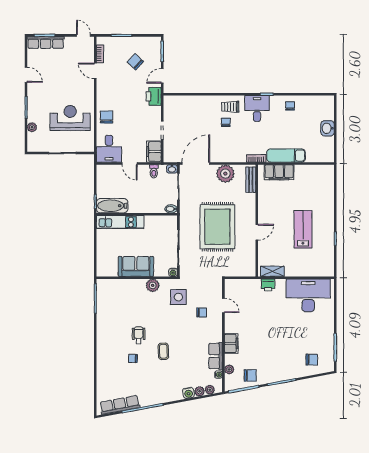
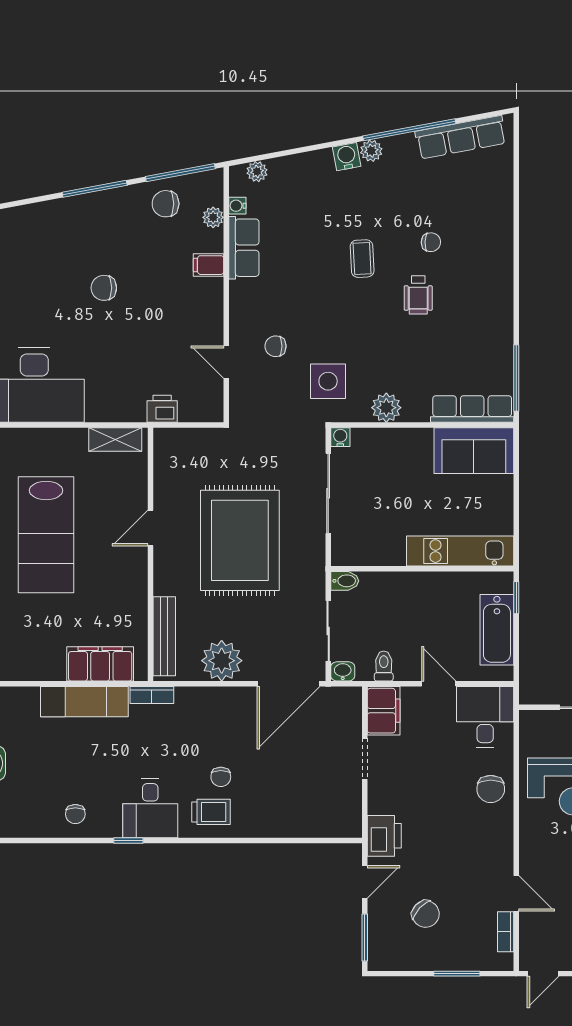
door: (83, 35) -> (543, 974), hinge flipped
bench: (251, 180) -> (164, 636), width x1.36
bathtub: (112, 206) -> (497, 630), moved, turned 90
lab bench: (303, 229) -> (46, 535), width x1.36, depth x1.39
sofa: (136, 266) -> (474, 451), moved
row of seats: (115, 285) -> (472, 409), added
printer: (268, 285) -> (162, 409), moved
filing cabinet: (231, 343) -> (209, 265), width x0.50
chair: (312, 360) -> (104, 288), moved
plant: (200, 391) -> (371, 151), moved
water cooler: (188, 393) -> (347, 157), moved

